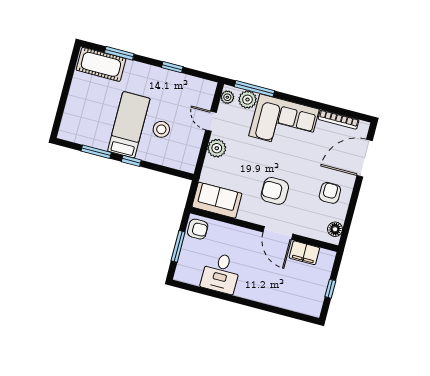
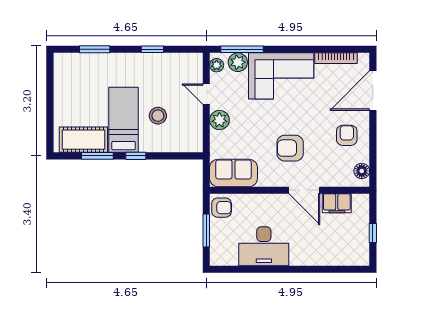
cot: (101, 64) -> (83, 140), moved
desk: (221, 273) -> (264, 246), width x1.37

